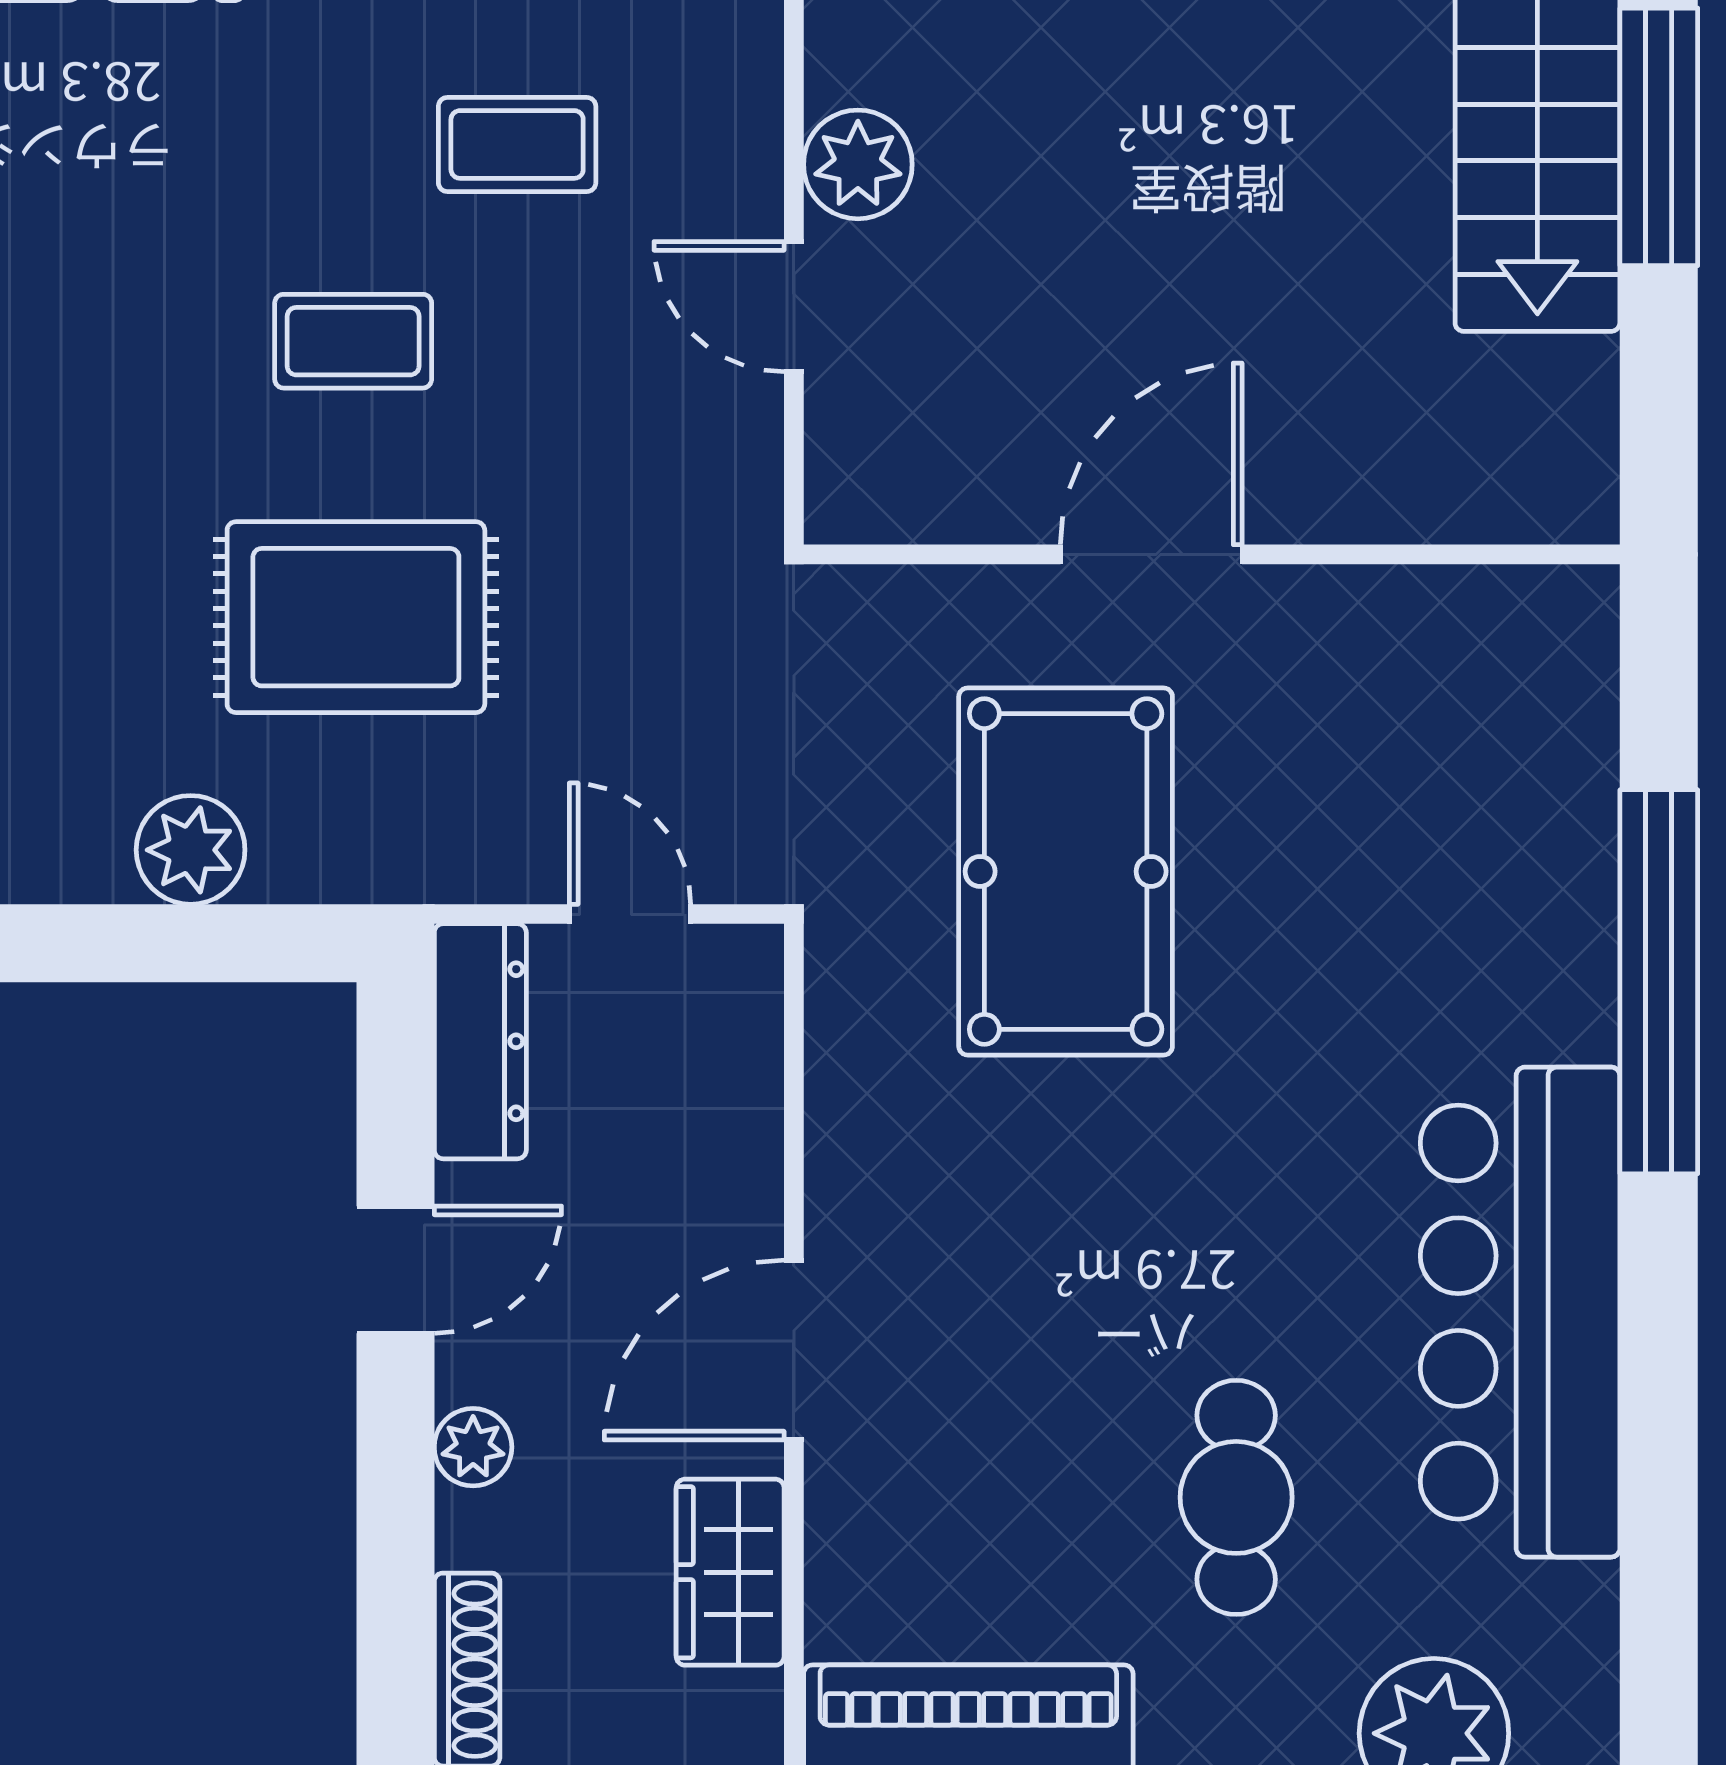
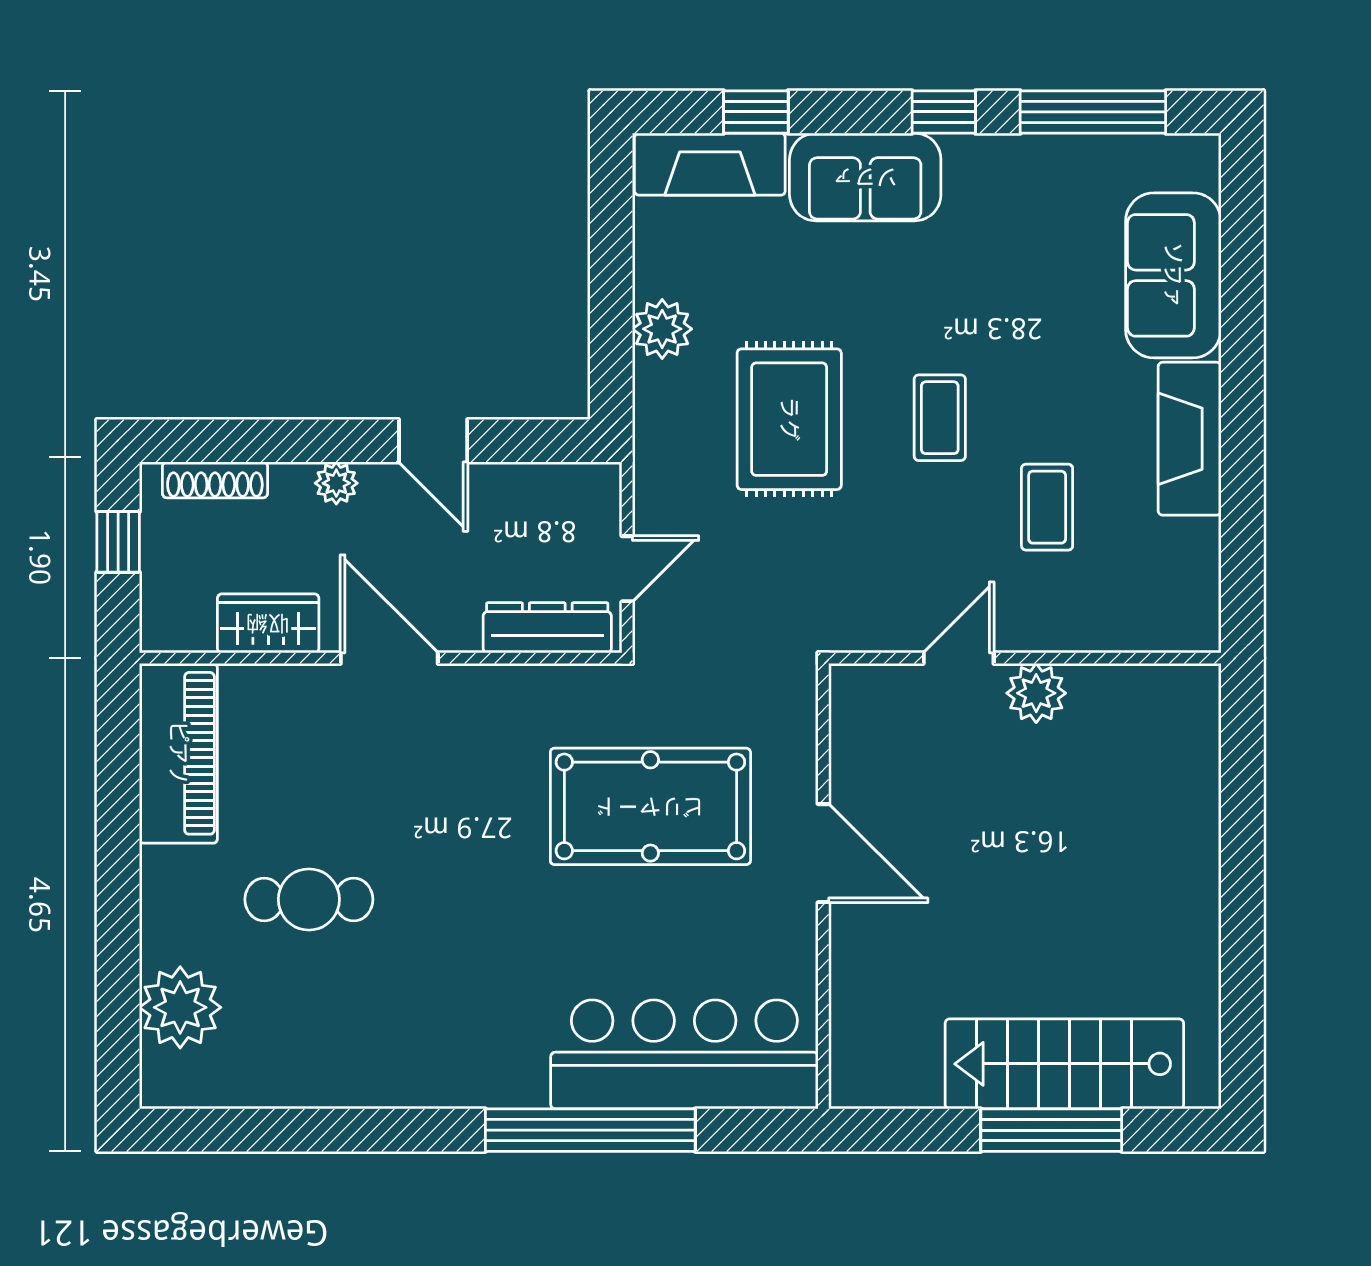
dresser: (480, 1041) -> (547, 628), moved, turned 180
bar counter: (1520, 1312) -> (684, 1054), moved

